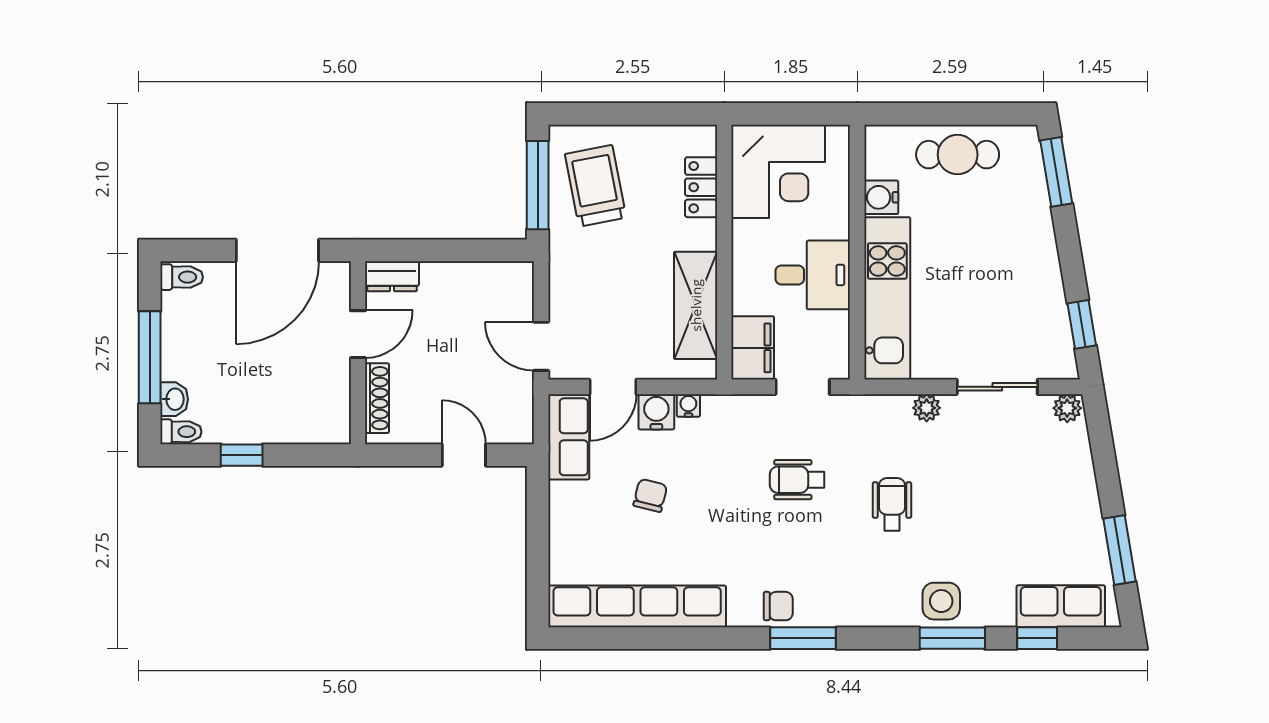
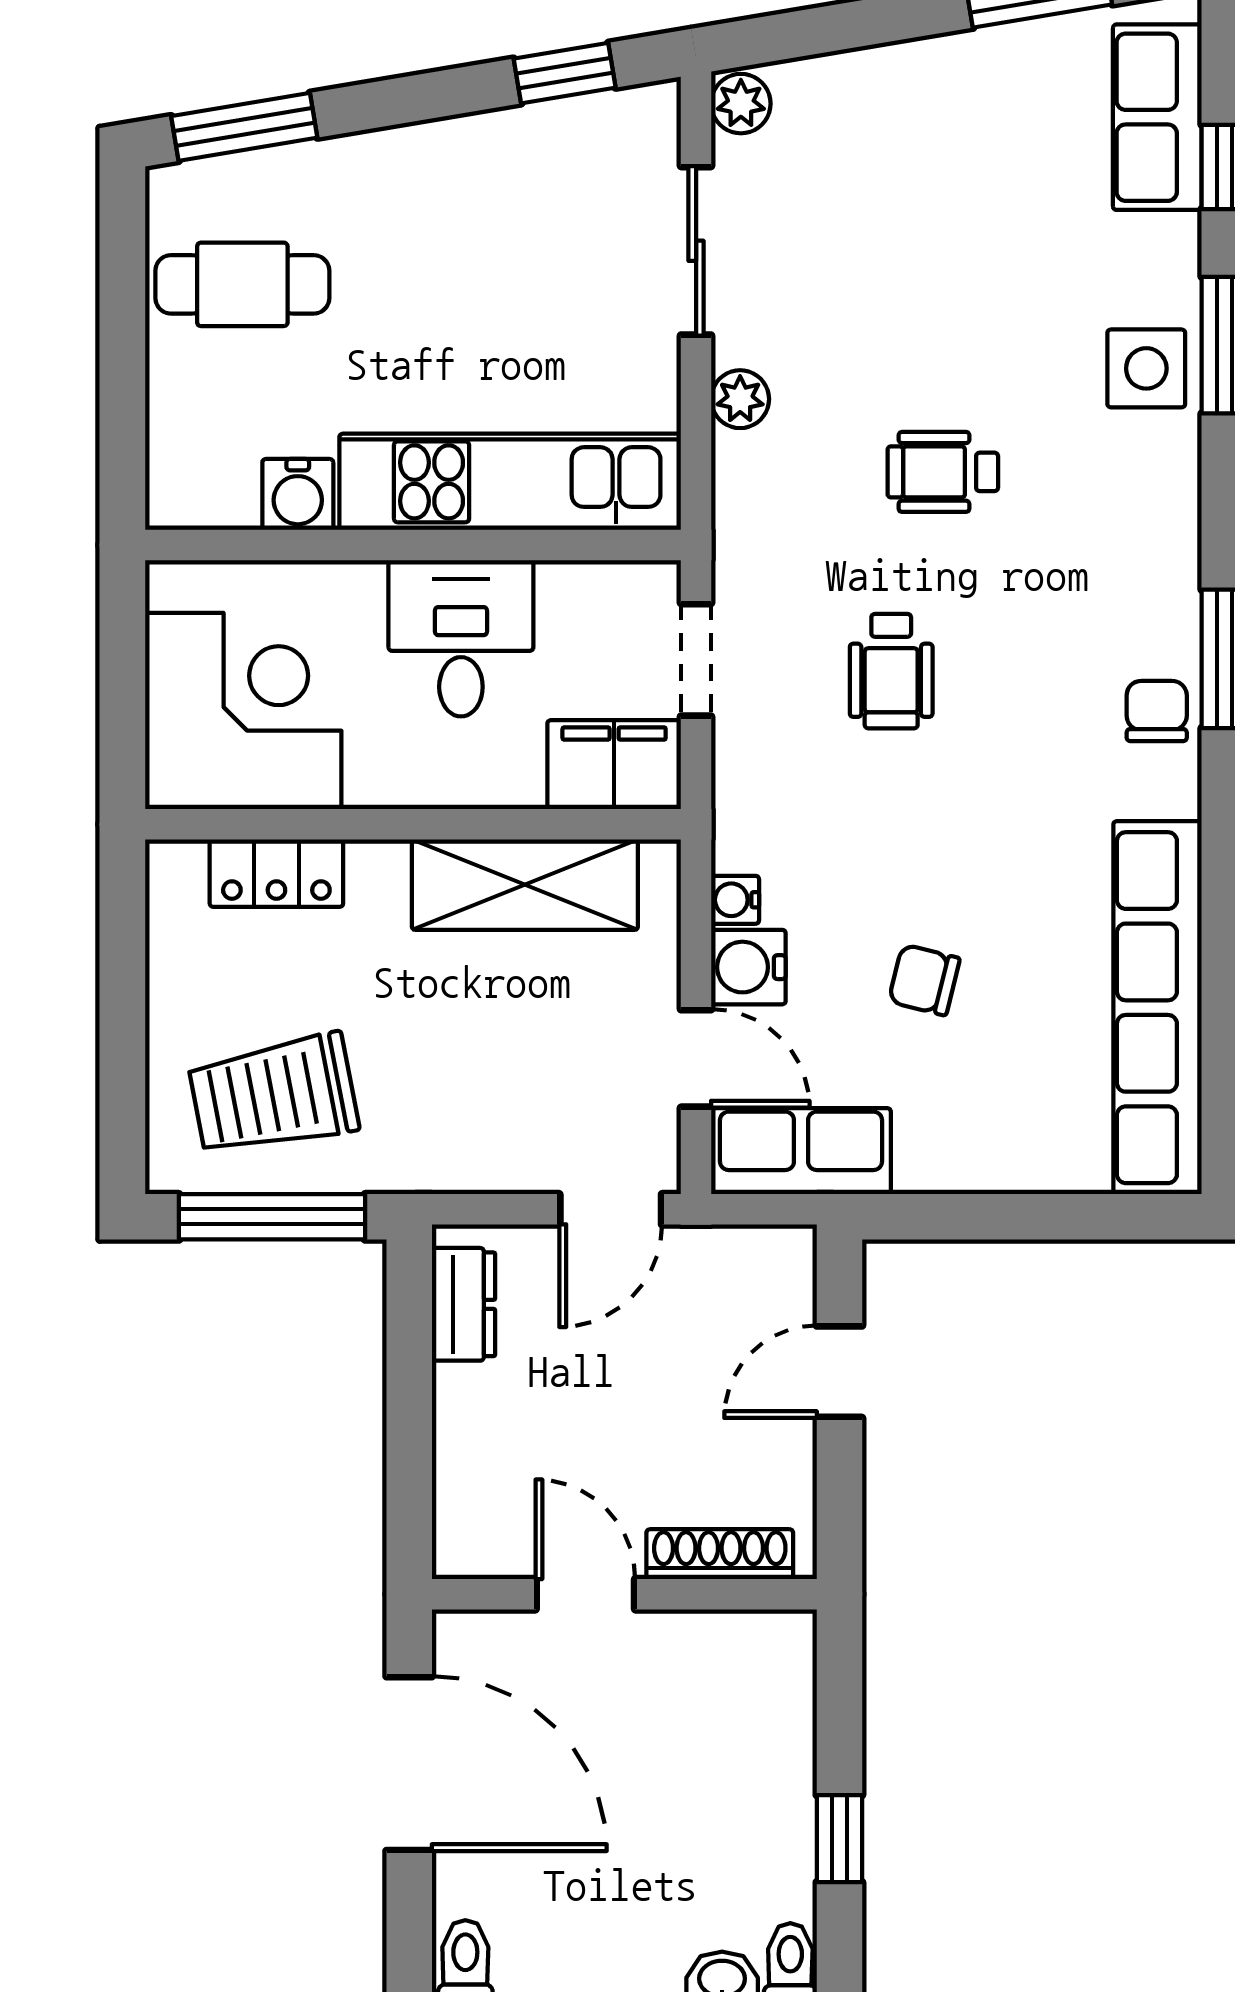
cafe table: (958, 155) -> (242, 284), moved, turned 90
dresser: (392, 276) -> (464, 1304), moved

